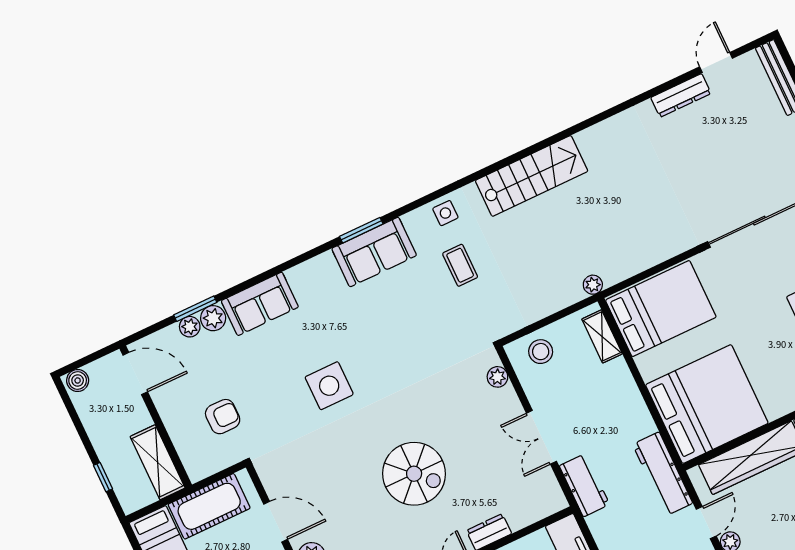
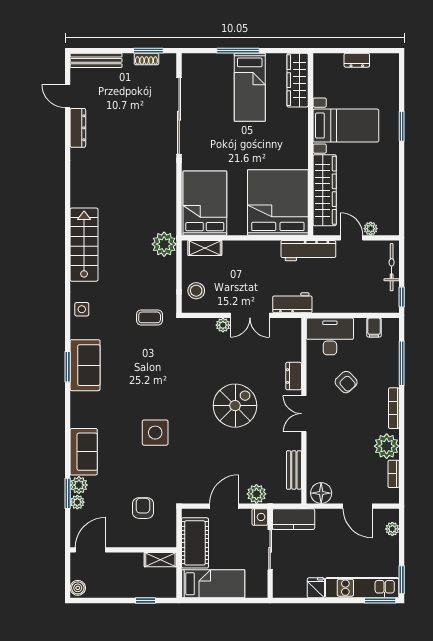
coffee table: (460, 265) -> (150, 317), moved
plant: (593, 285) -> (164, 244), width x1.88, depth x1.88
plant: (497, 377) -> (223, 325), moved
shelving: (158, 462) -> (160, 560), width x0.67, depth x0.75

